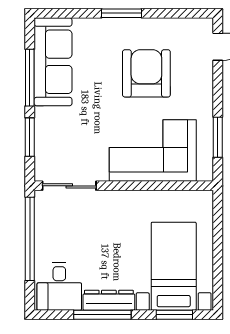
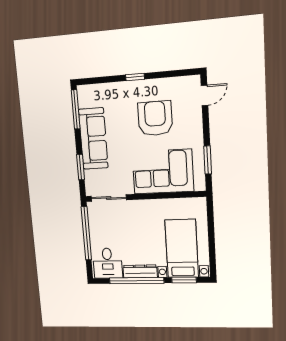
window: (121, 13) -> (135, 77), width x0.67
sofa: (53, 62) -> (93, 139), moved
window: (30, 78) -> (76, 109), moved
window: (102, 315) -> (137, 281), width x1.46

